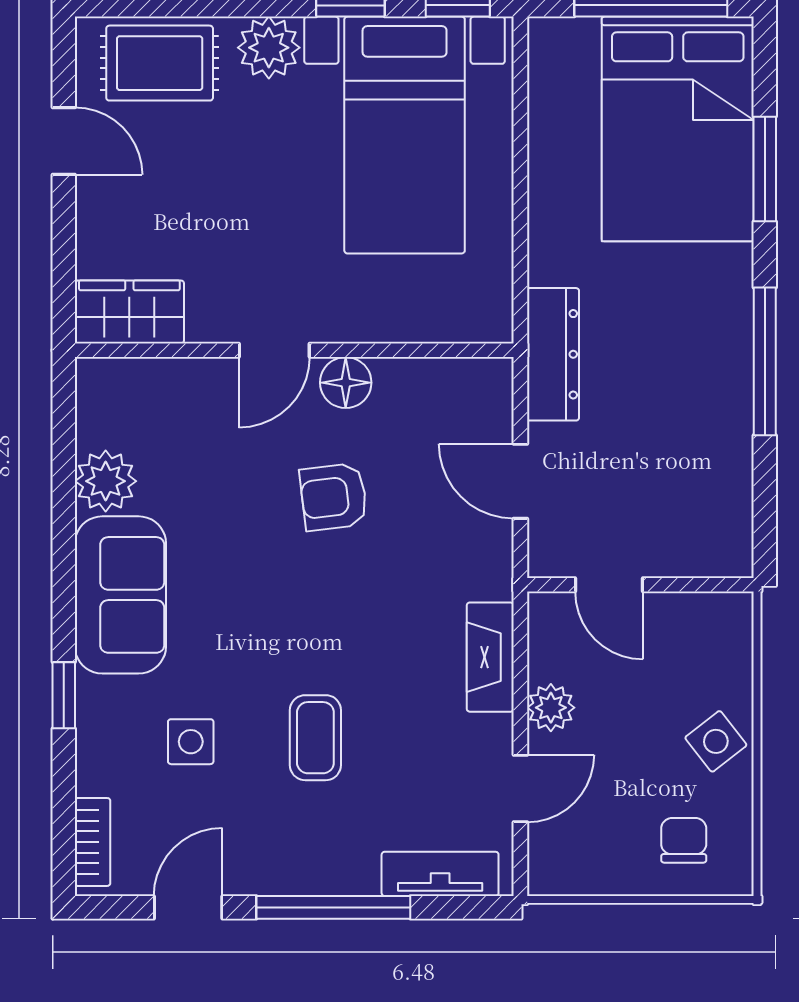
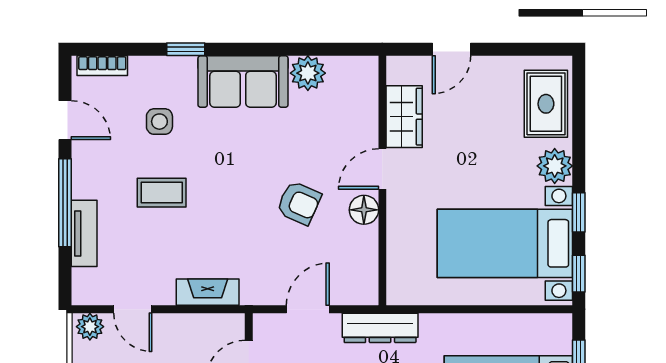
door: (64, 141) -> (452, 49), moved
wardrobe: (129, 312) -> (404, 117), moved
door: (274, 350) -> (382, 169), hinge flipped
armchair: (334, 497) -> (299, 203), turned 121
plant: (551, 708) -> (90, 327), moved
tv unit: (440, 874) -> (84, 233), moved

